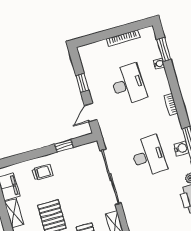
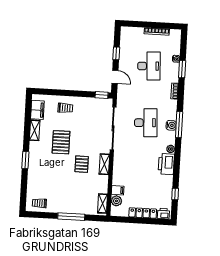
window: (164, 49) -> (182, 69), moved
door: (91, 113) -> (115, 77), swing flipped
window: (64, 146) -> (102, 95), moved

